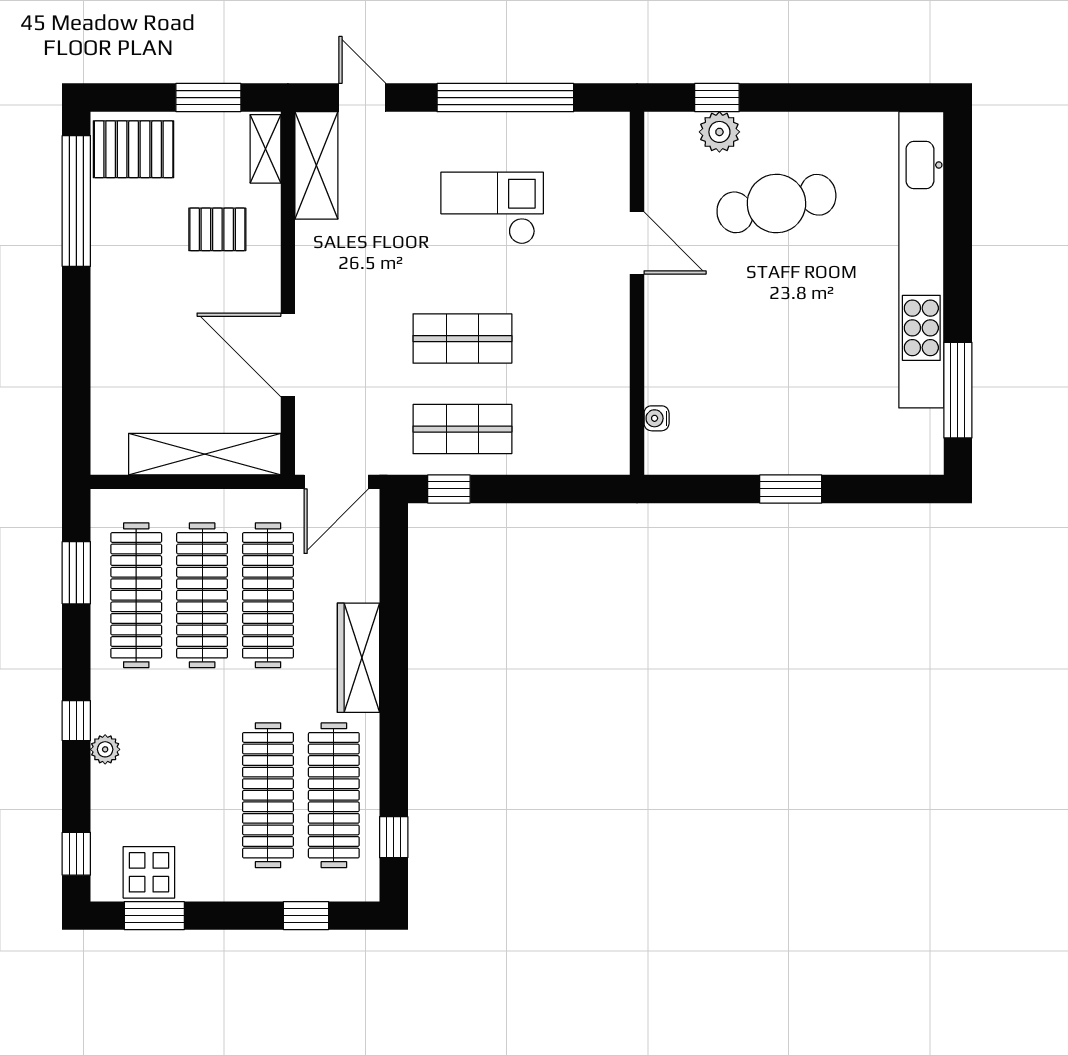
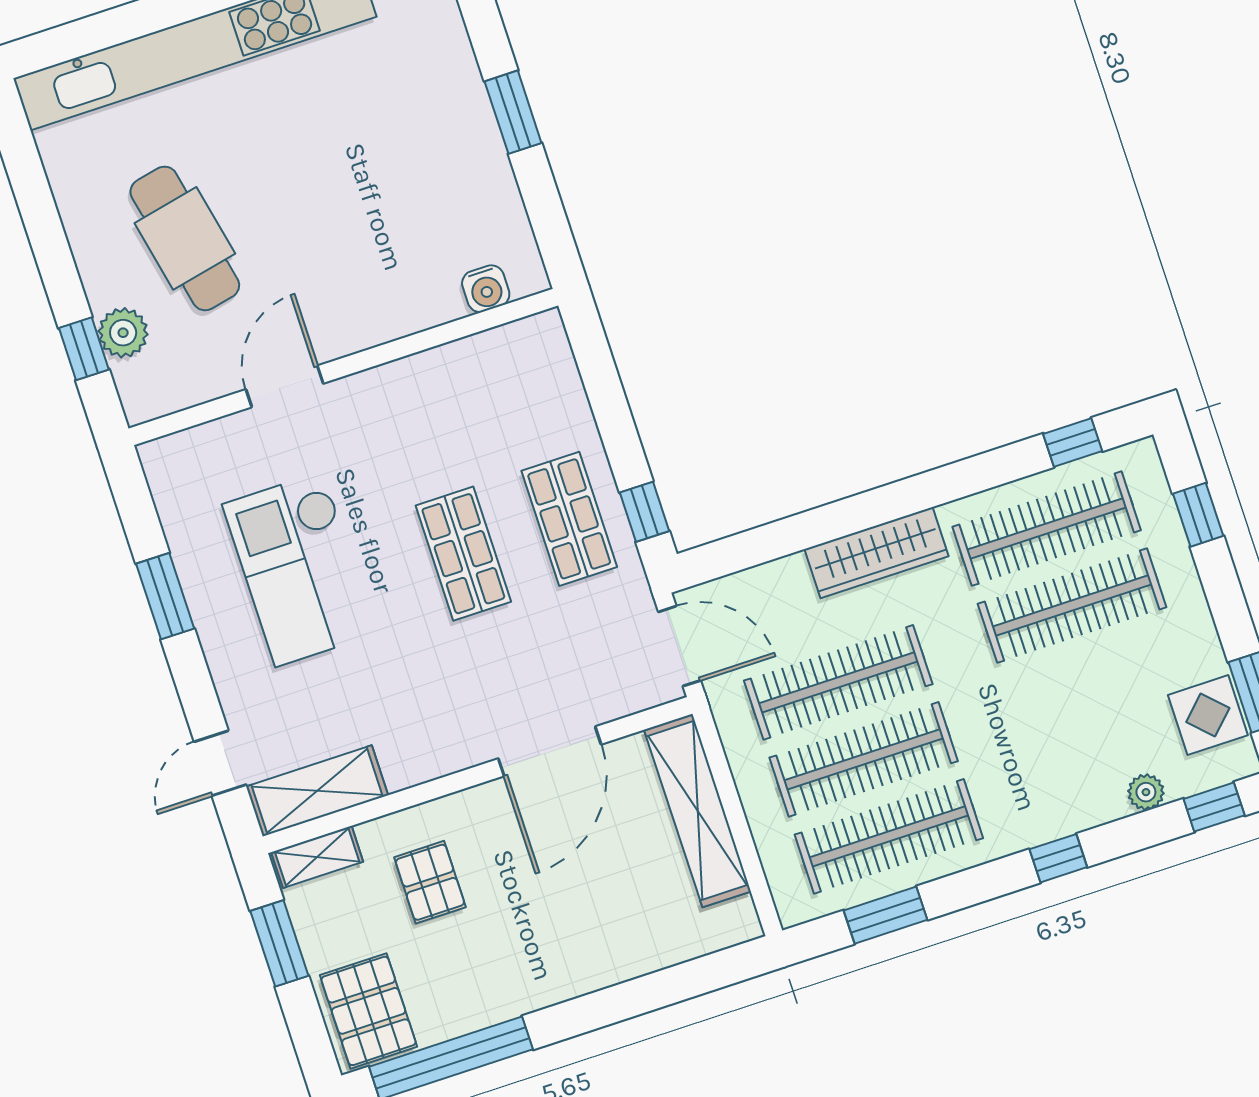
window: (505, 98) -> (165, 596), width x0.47
checkout: (492, 208) -> (299, 569), width x1.36, depth x1.21
water cooler: (657, 418) -> (486, 289), width x1.38, depth x1.38
plant: (105, 749) -> (1146, 792), moved

